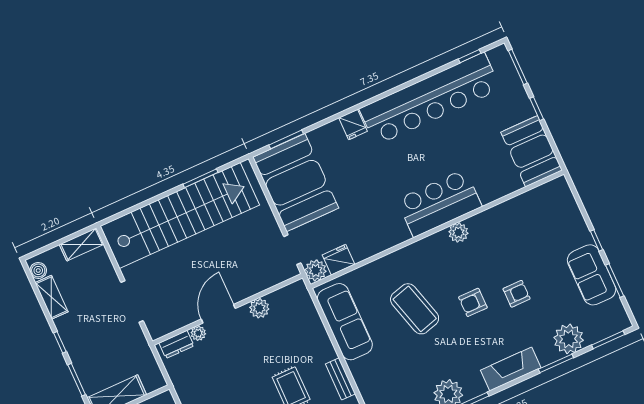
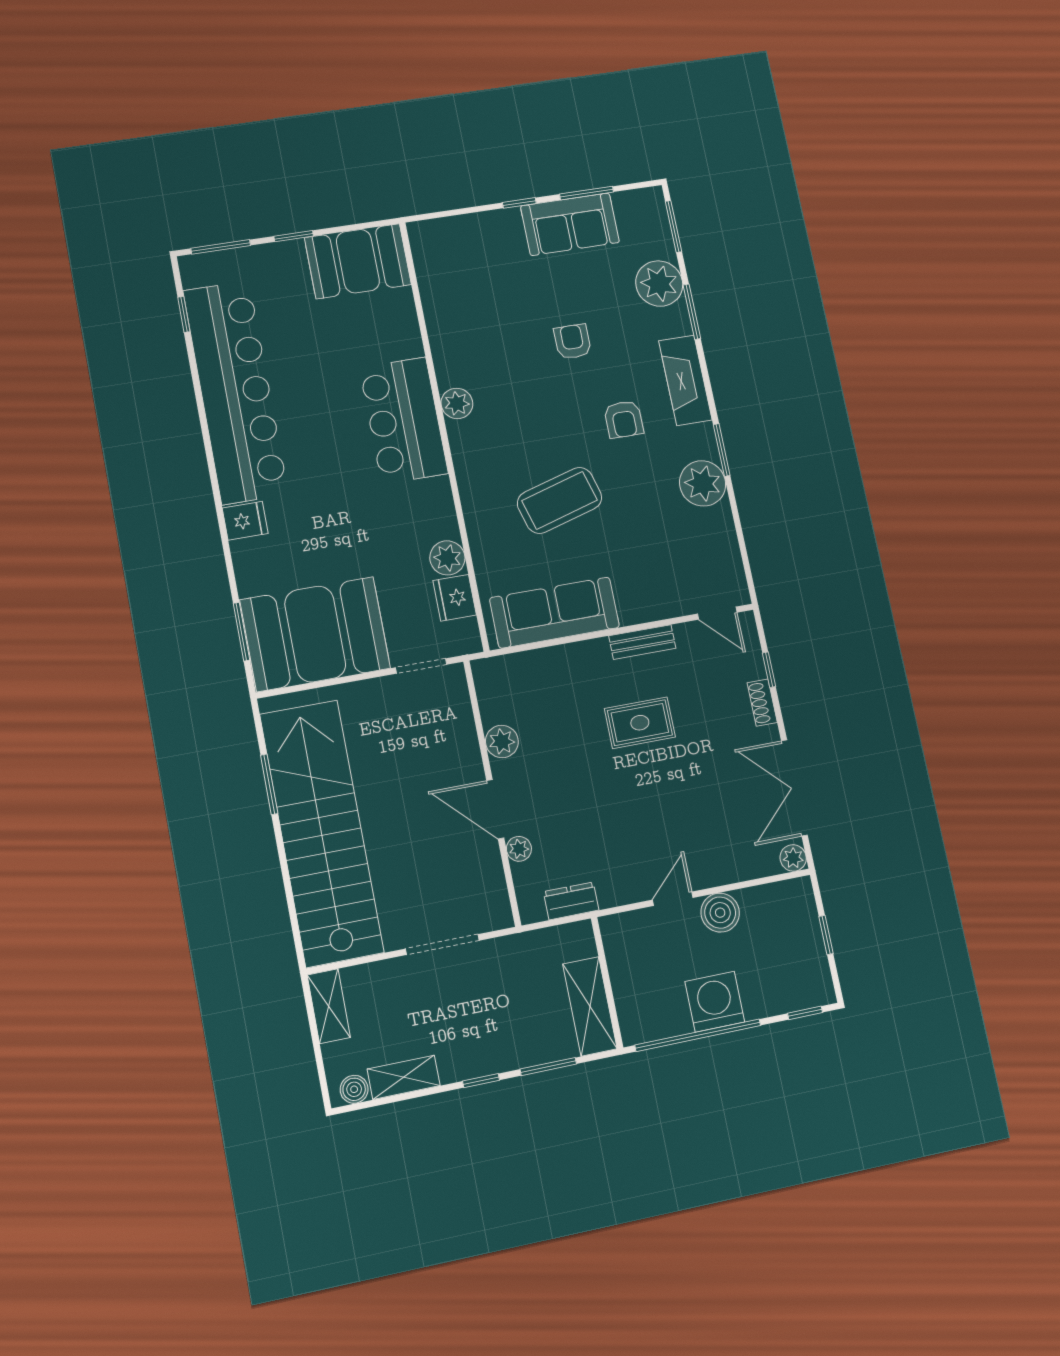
plant: (316, 270) -> (447, 558), moved
armchair: (473, 302) -> (624, 419), moved
dresser: (176, 344) -> (571, 901), moved, turned -90

